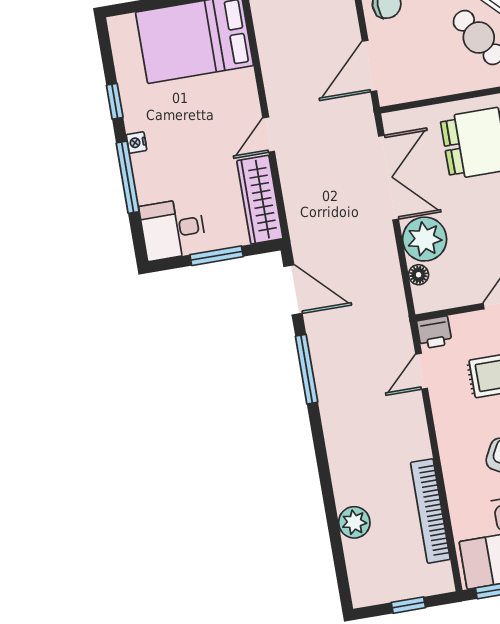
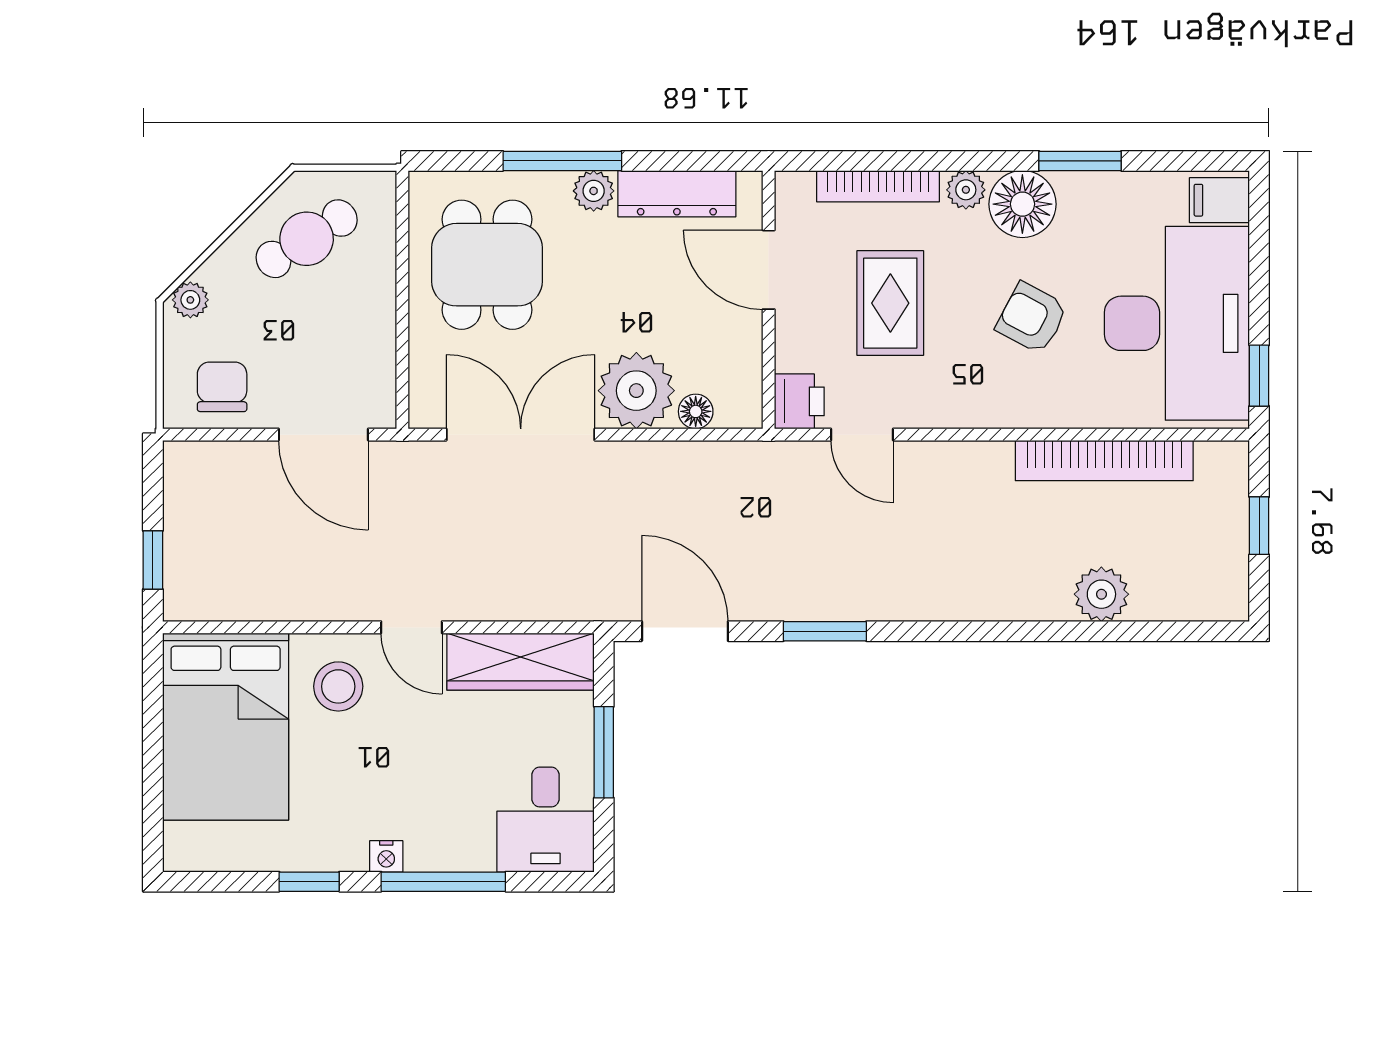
stool: (228, 99) -> (338, 686), added
door: (293, 290) -> (685, 631), hinge flipped
window: (307, 369) -> (825, 631), width x0.69

